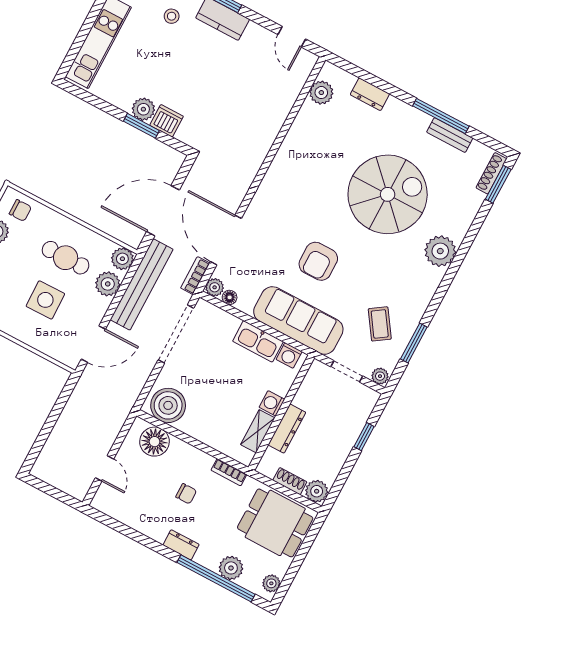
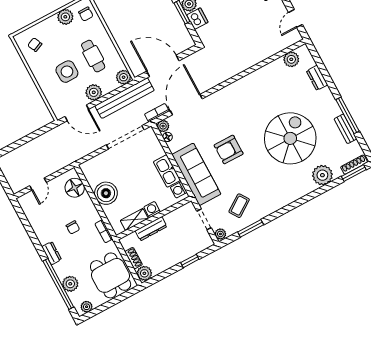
spiral stairs: (388, 194) -> (290, 138), turned -90
plant: (440, 251) -> (322, 175), moved
plant: (108, 284) -> (94, 92), moved
boiler: (168, 405) -> (106, 193), moved

